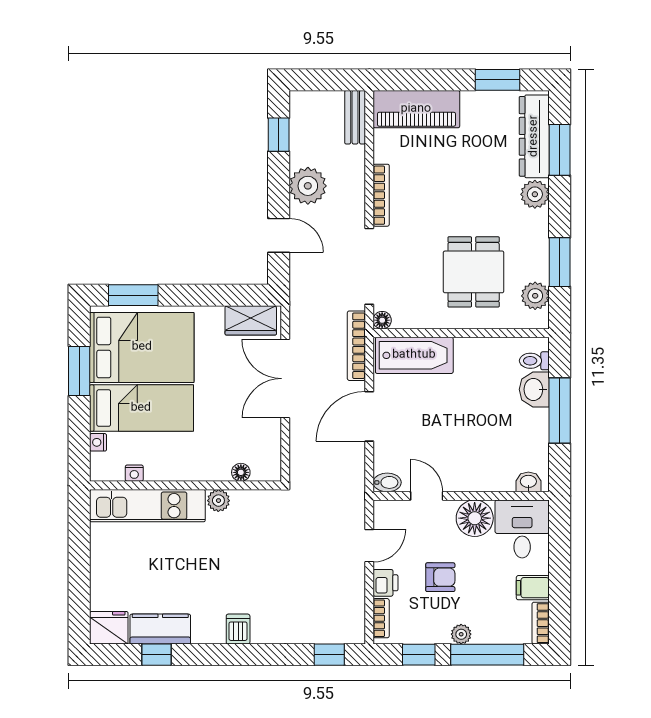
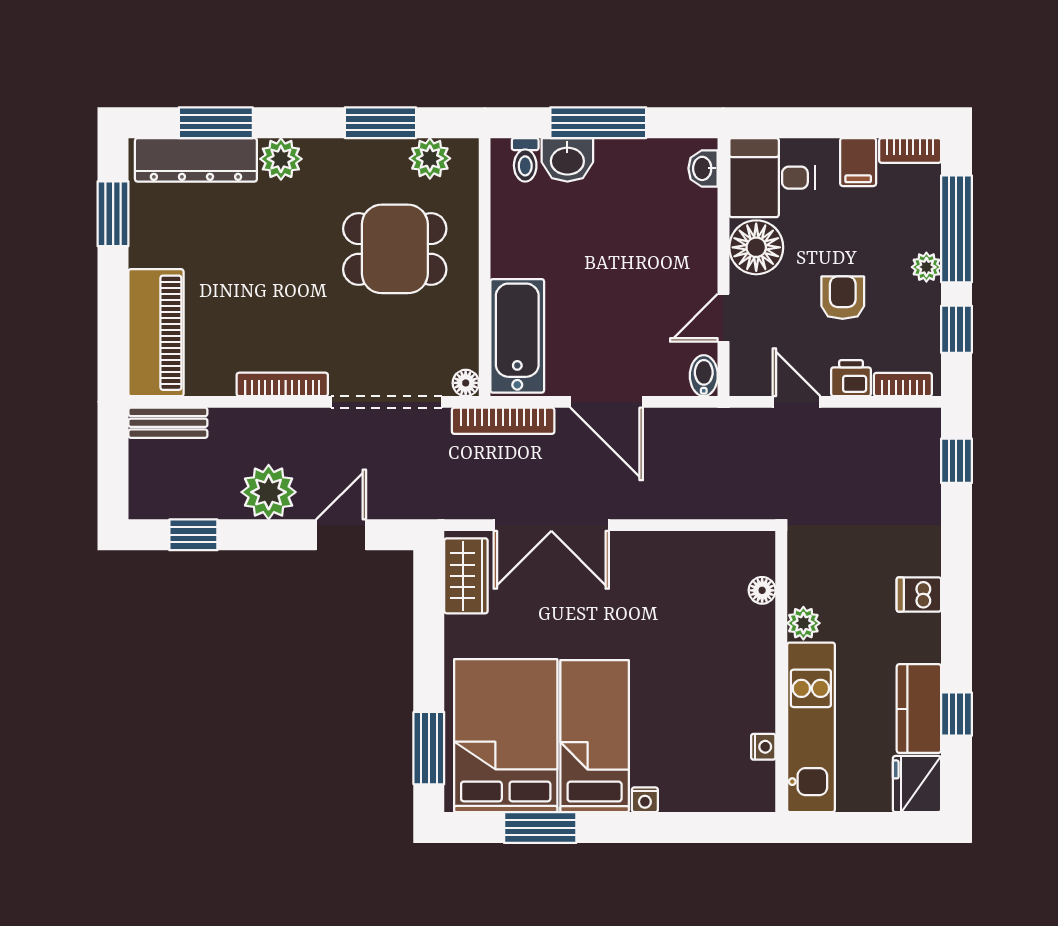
floor lamp: (241, 472) -> (762, 590), moved
nightstand: (134, 473) -> (763, 747), moved
wall: (186, 485) -> (781, 672), moved
plant: (218, 501) -> (803, 623), moved
kitchen unit: (147, 506) -> (811, 727), moved

